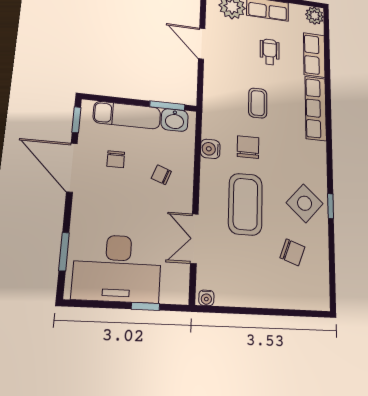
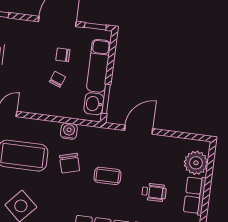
door: (202, 44) -> (139, 130), moved
chair: (248, 147) -> (70, 163), turned 75
chair: (161, 175) -> (57, 79), moved

